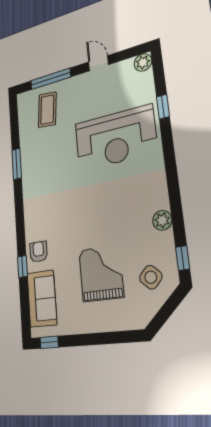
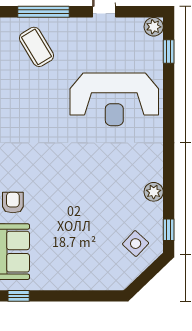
window: (163, 107) -> (169, 52), moved
coffee table: (47, 110) -> (37, 47), turned -37
grand piano: (101, 273) -> (84, 234), removed

